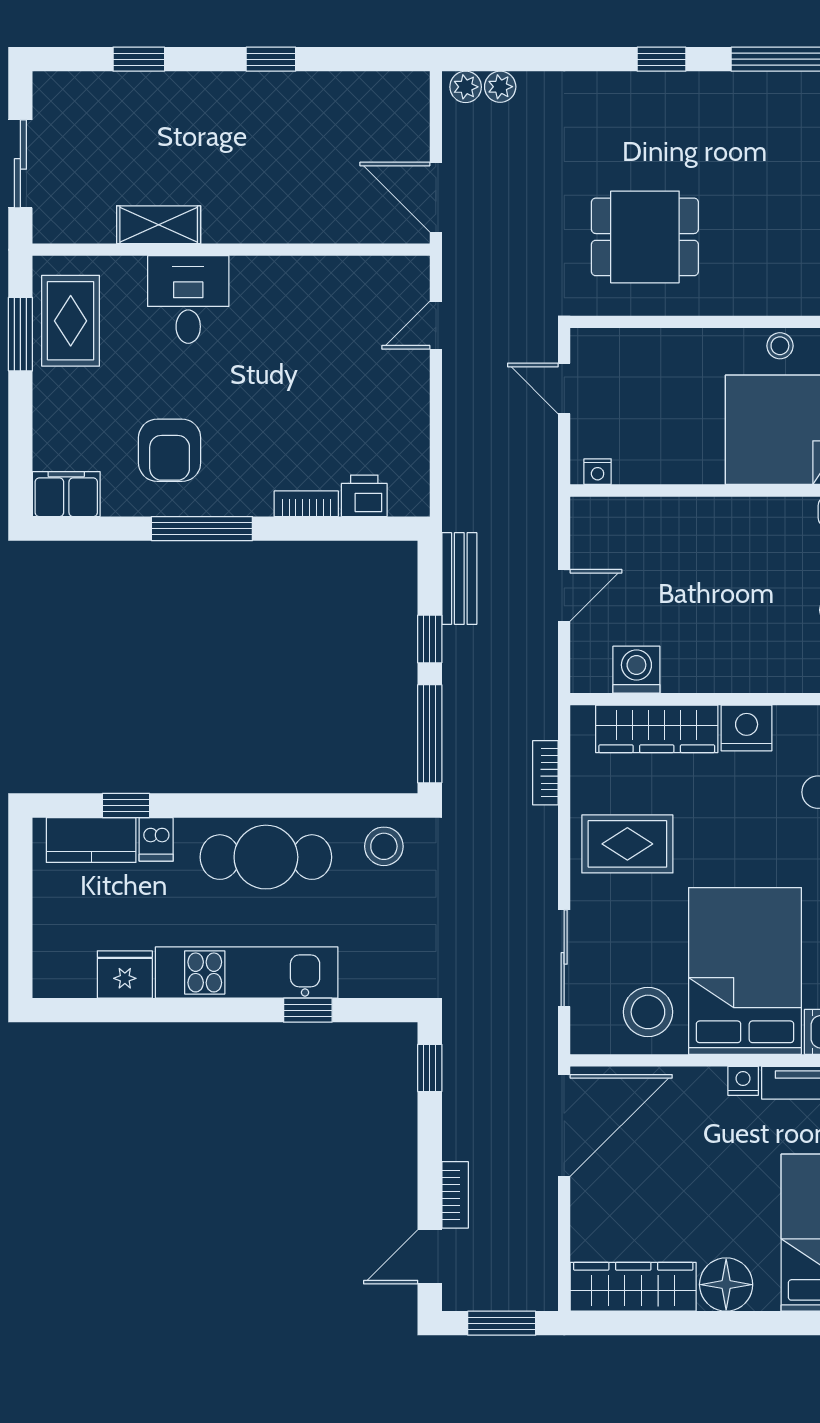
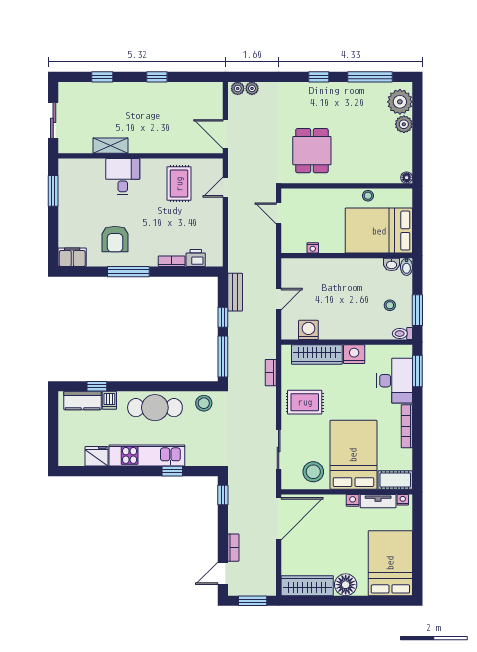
dining table: (645, 237) -> (312, 151), turned 90
rug: (71, 321) -> (179, 184), moved
nightstand: (598, 472) -> (313, 248), moved

